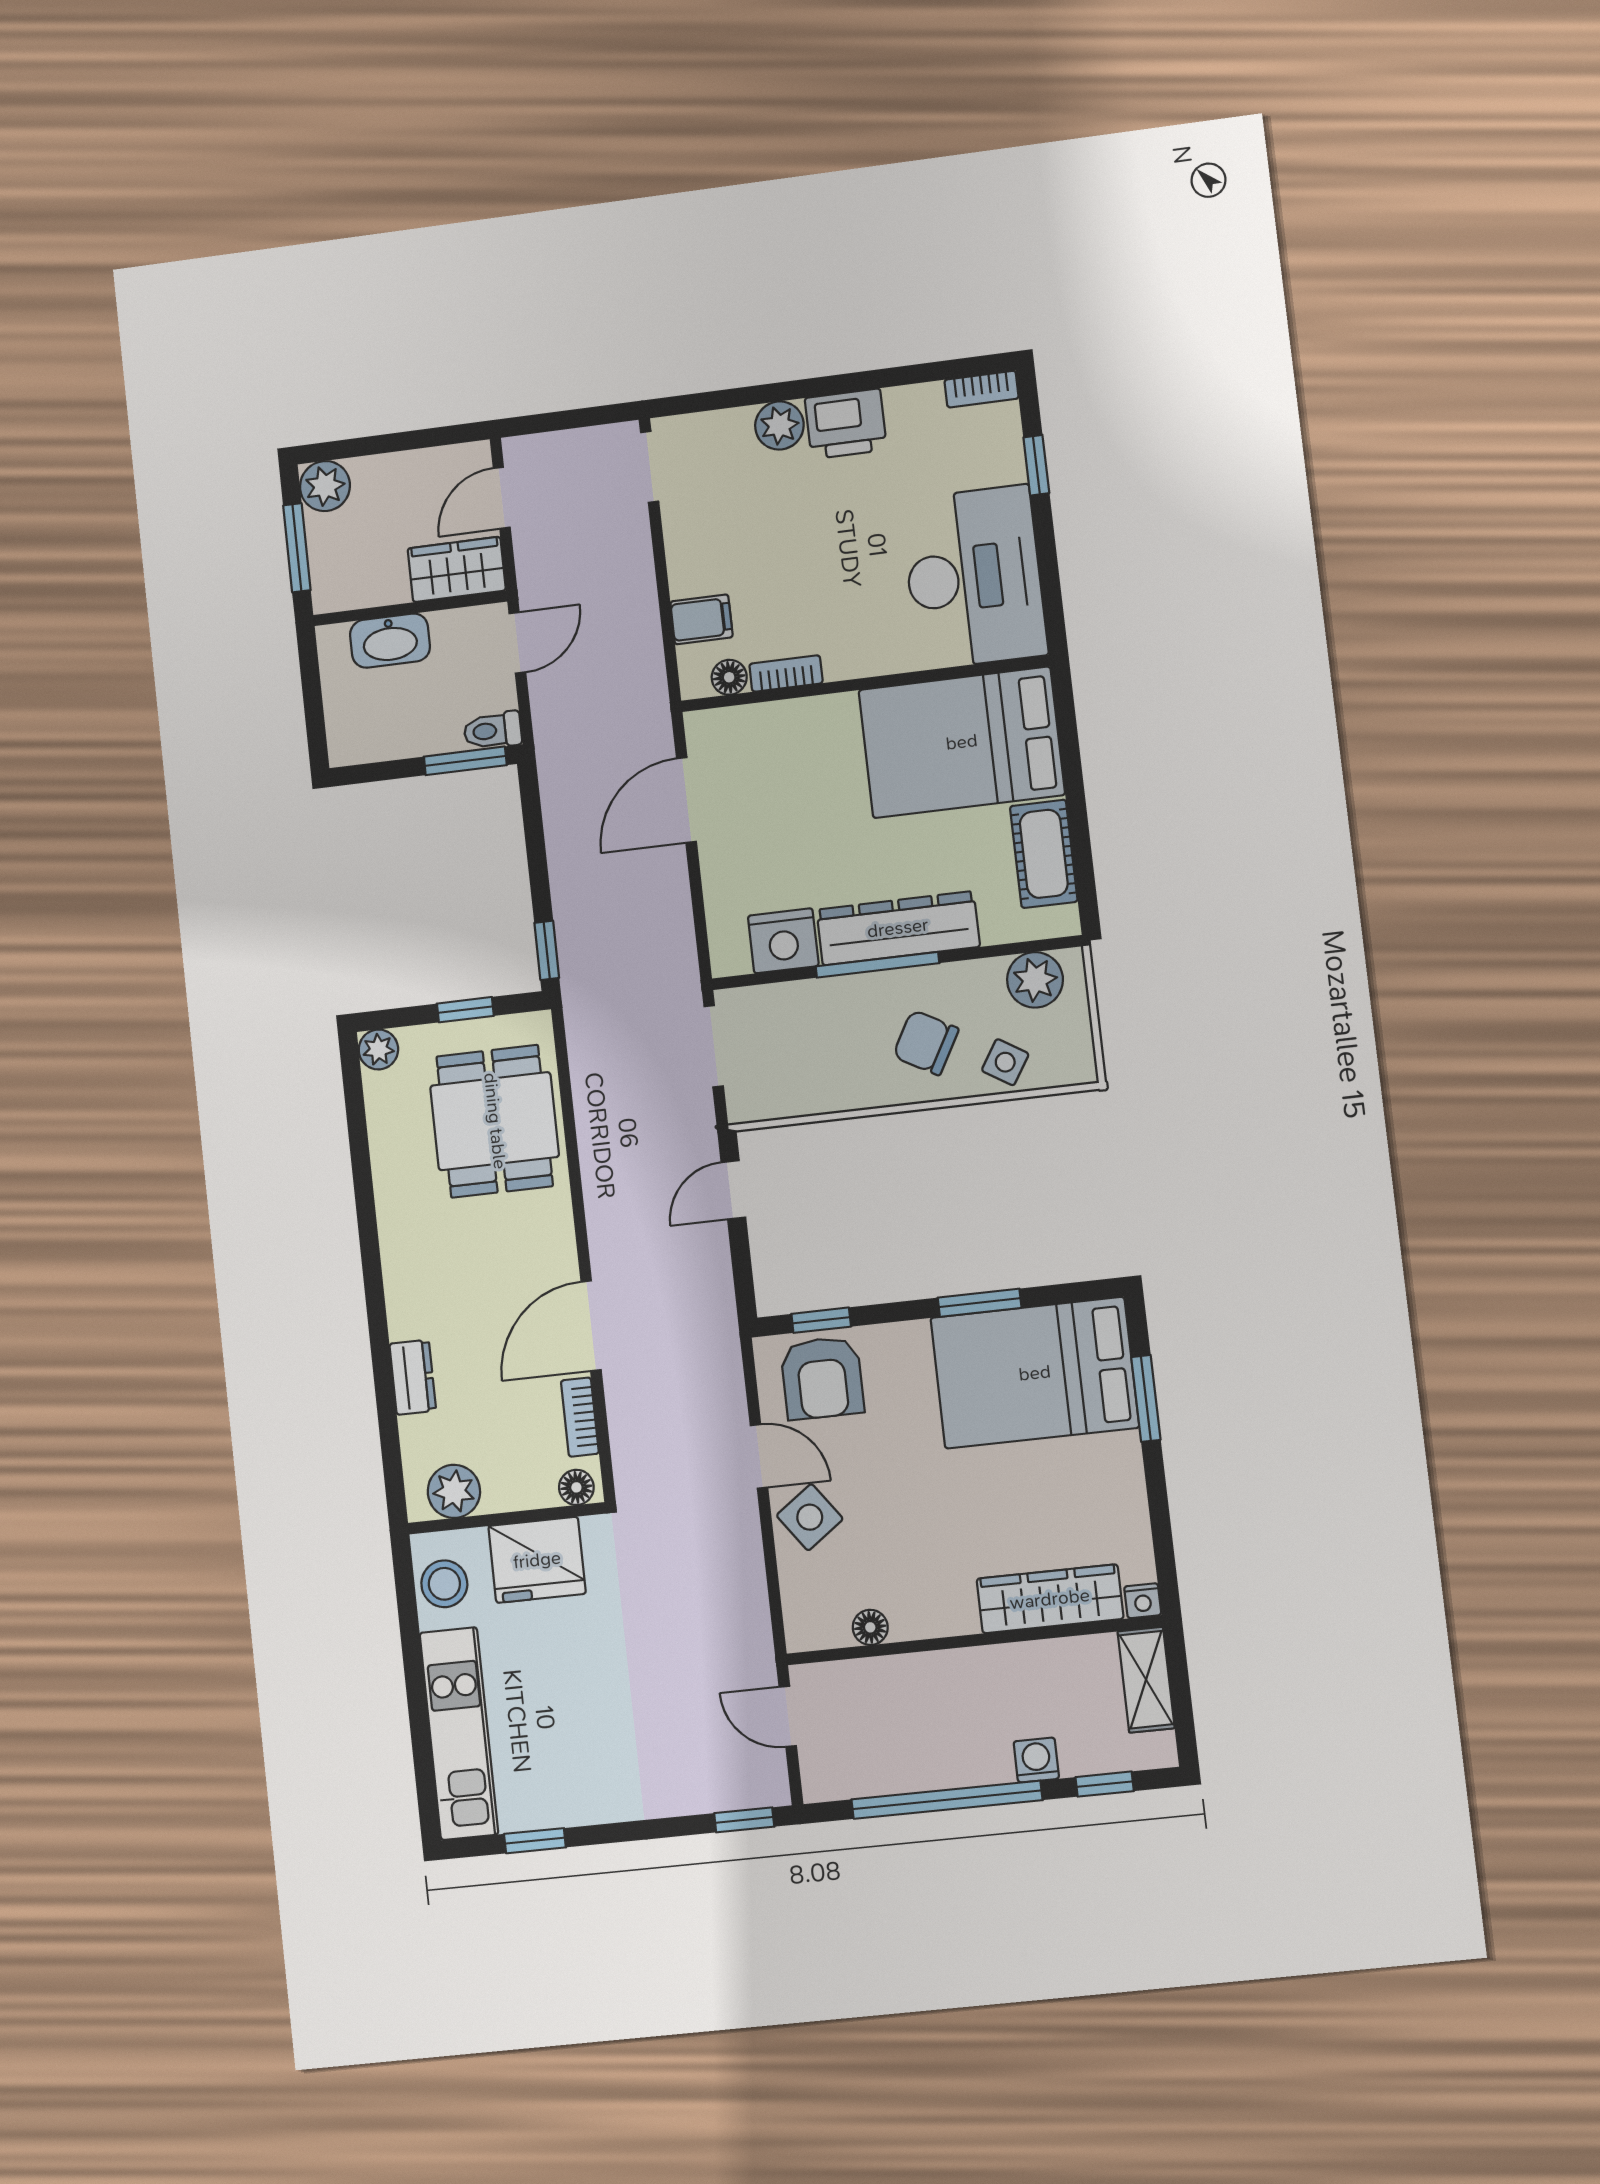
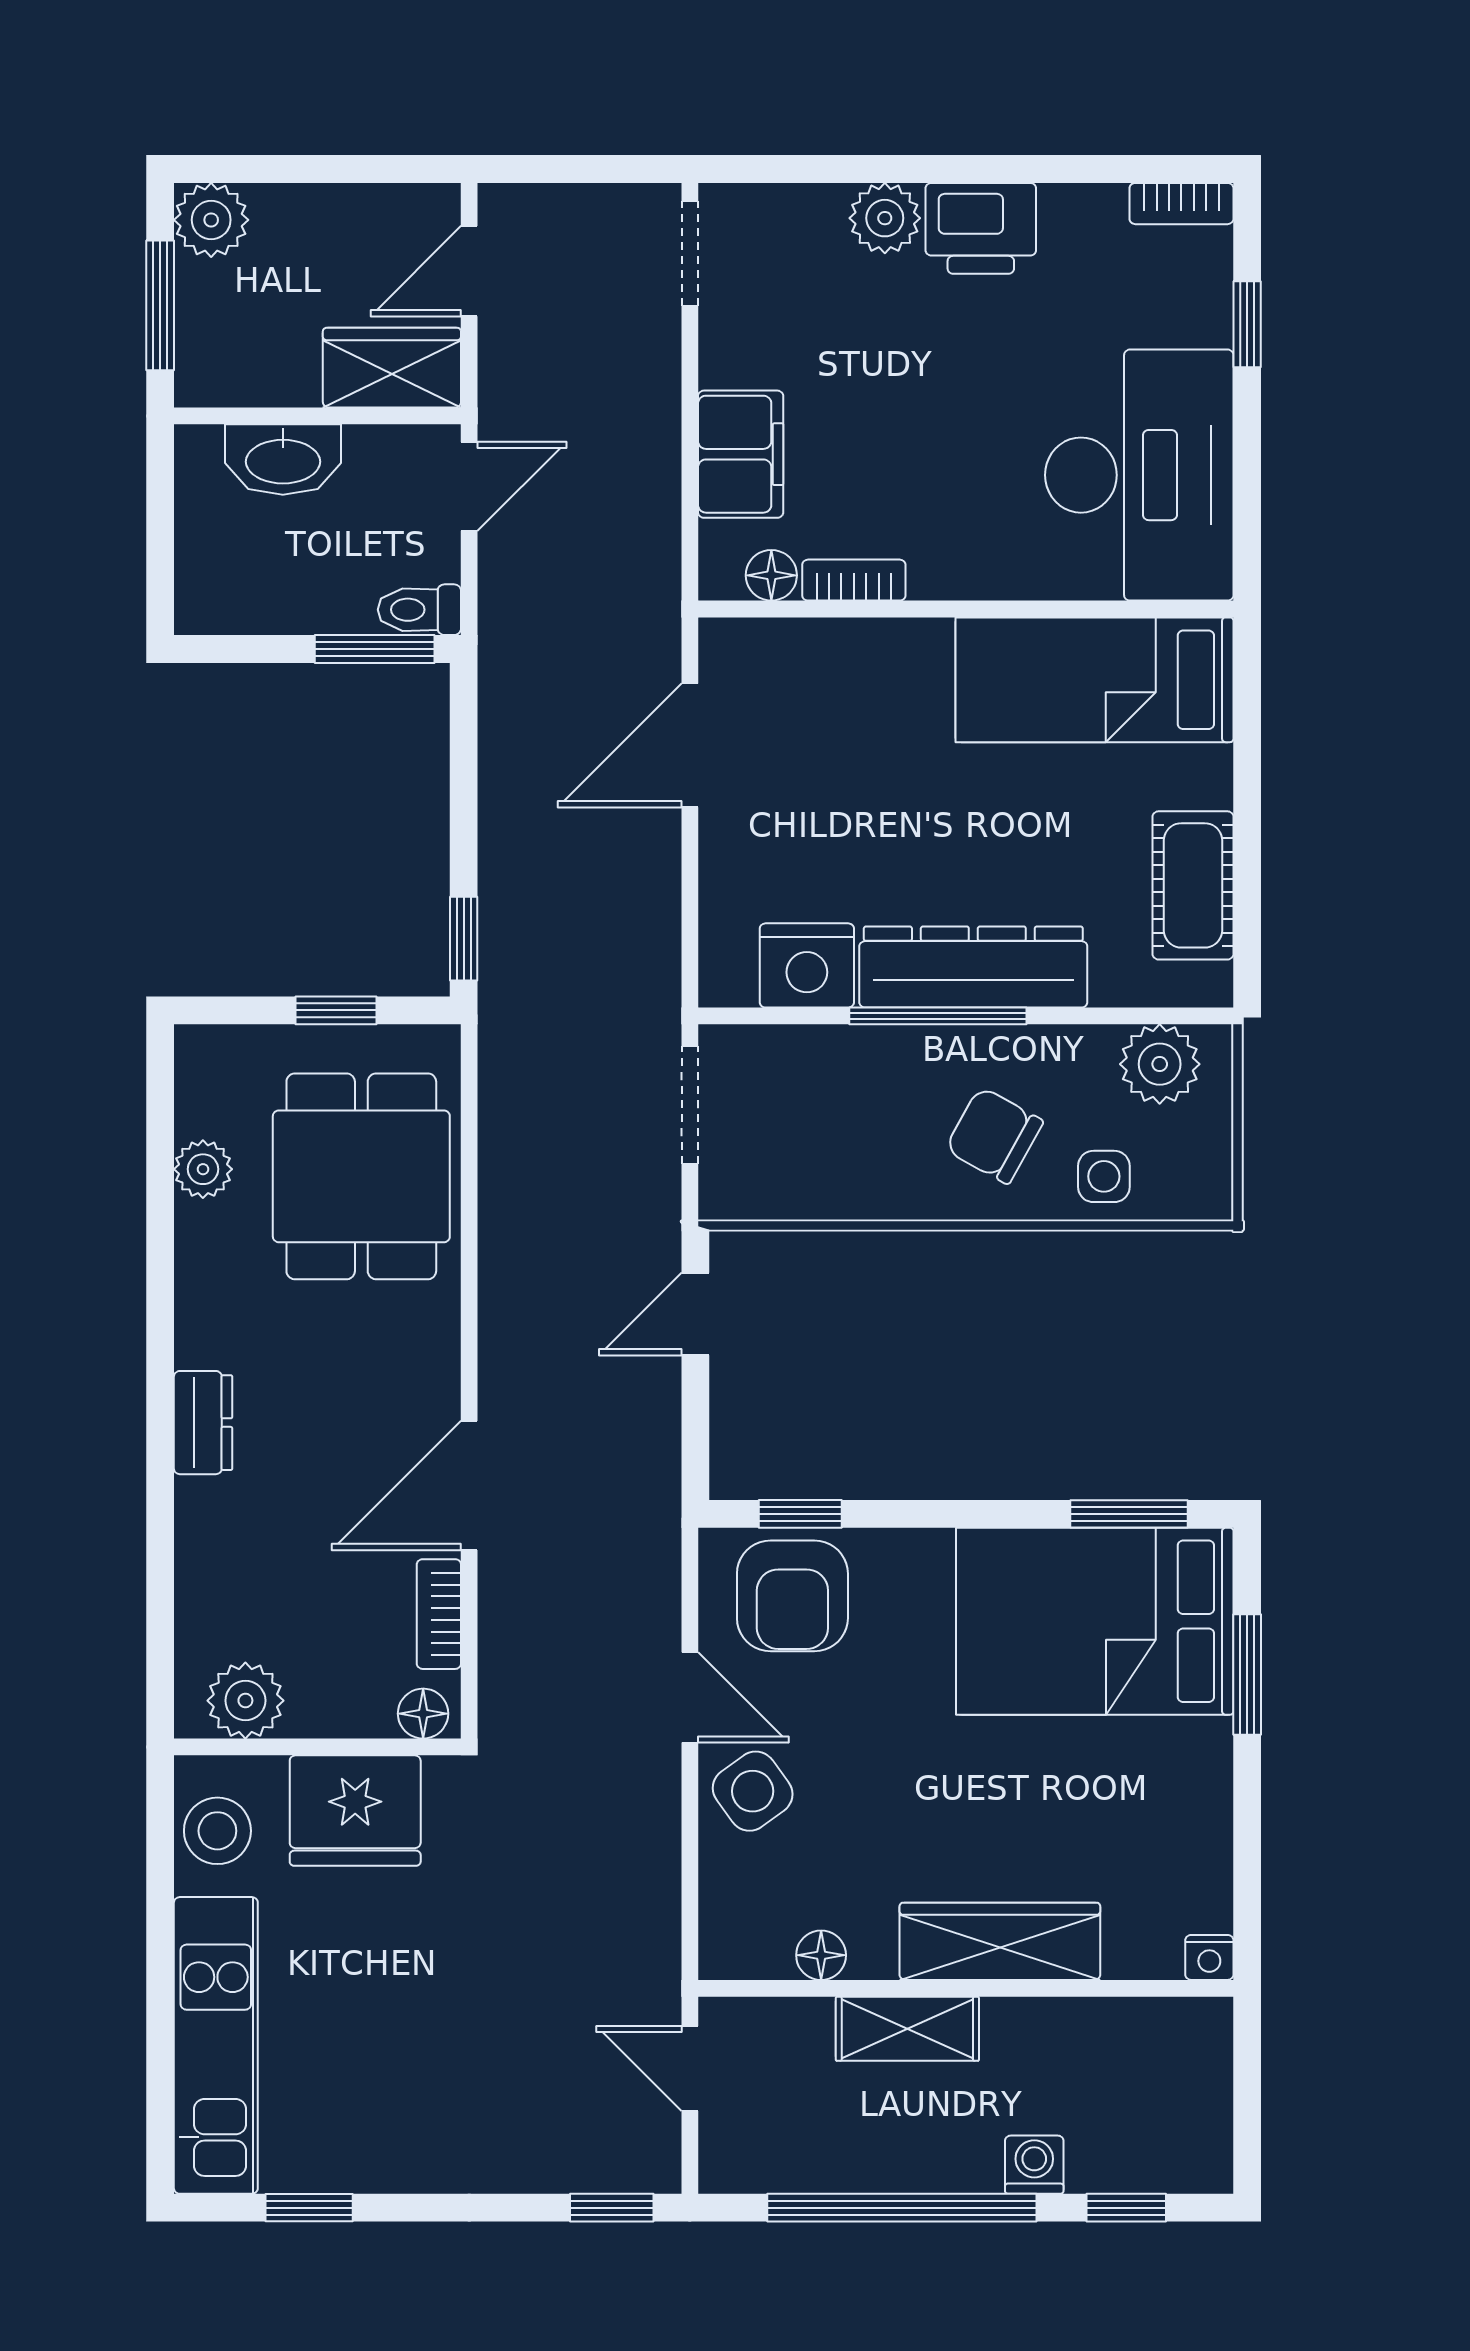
filing cabinet: (701, 619) -> (741, 454), width x2.00
bed: (962, 742) -> (1094, 680), width x0.67
plant: (378, 1050) -> (203, 1169), moved
side table: (1005, 1062) -> (1104, 1176), turned -32
window: (980, 1303) -> (1129, 1514), moved
dresser: (413, 1377) -> (203, 1423), moved
wardrobe: (1050, 1599) -> (1000, 1941), moved
shelving: (1146, 1680) -> (907, 2029), moved, turned 90

